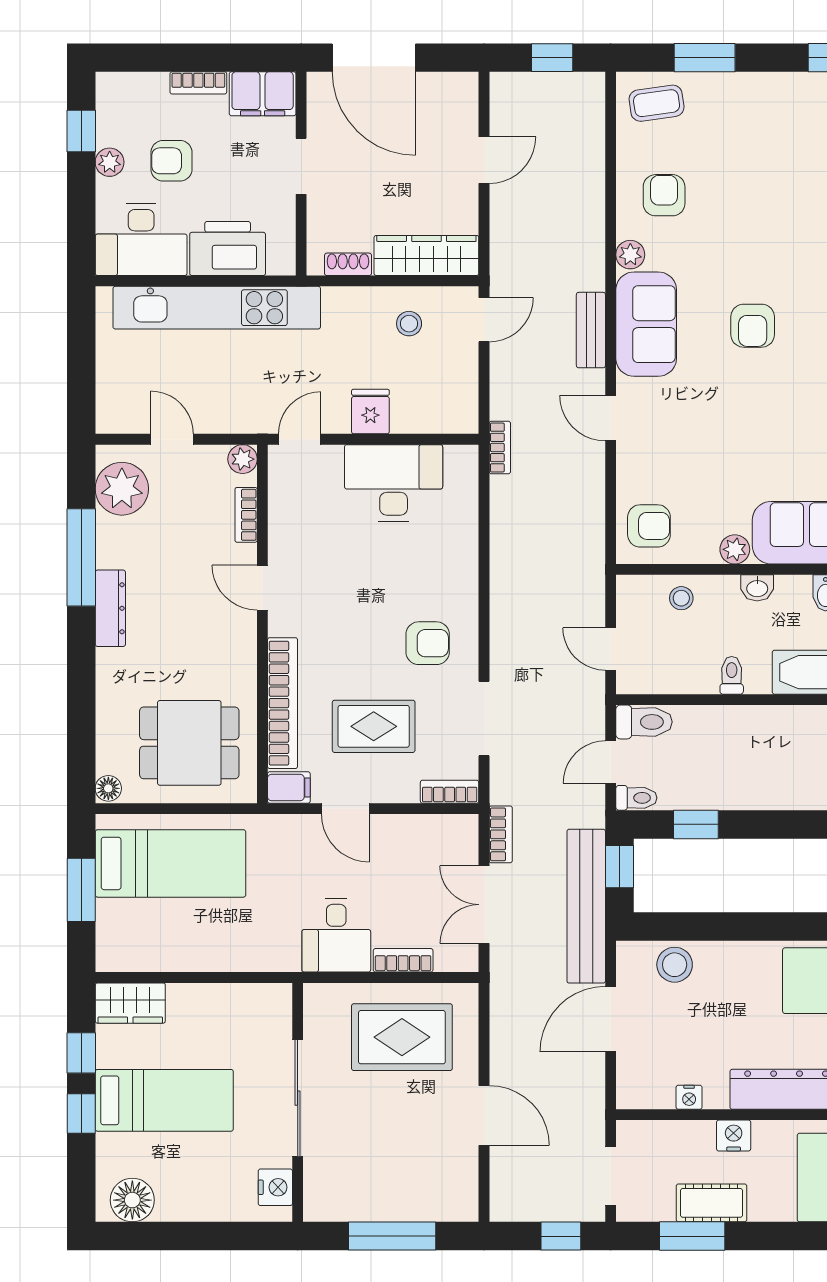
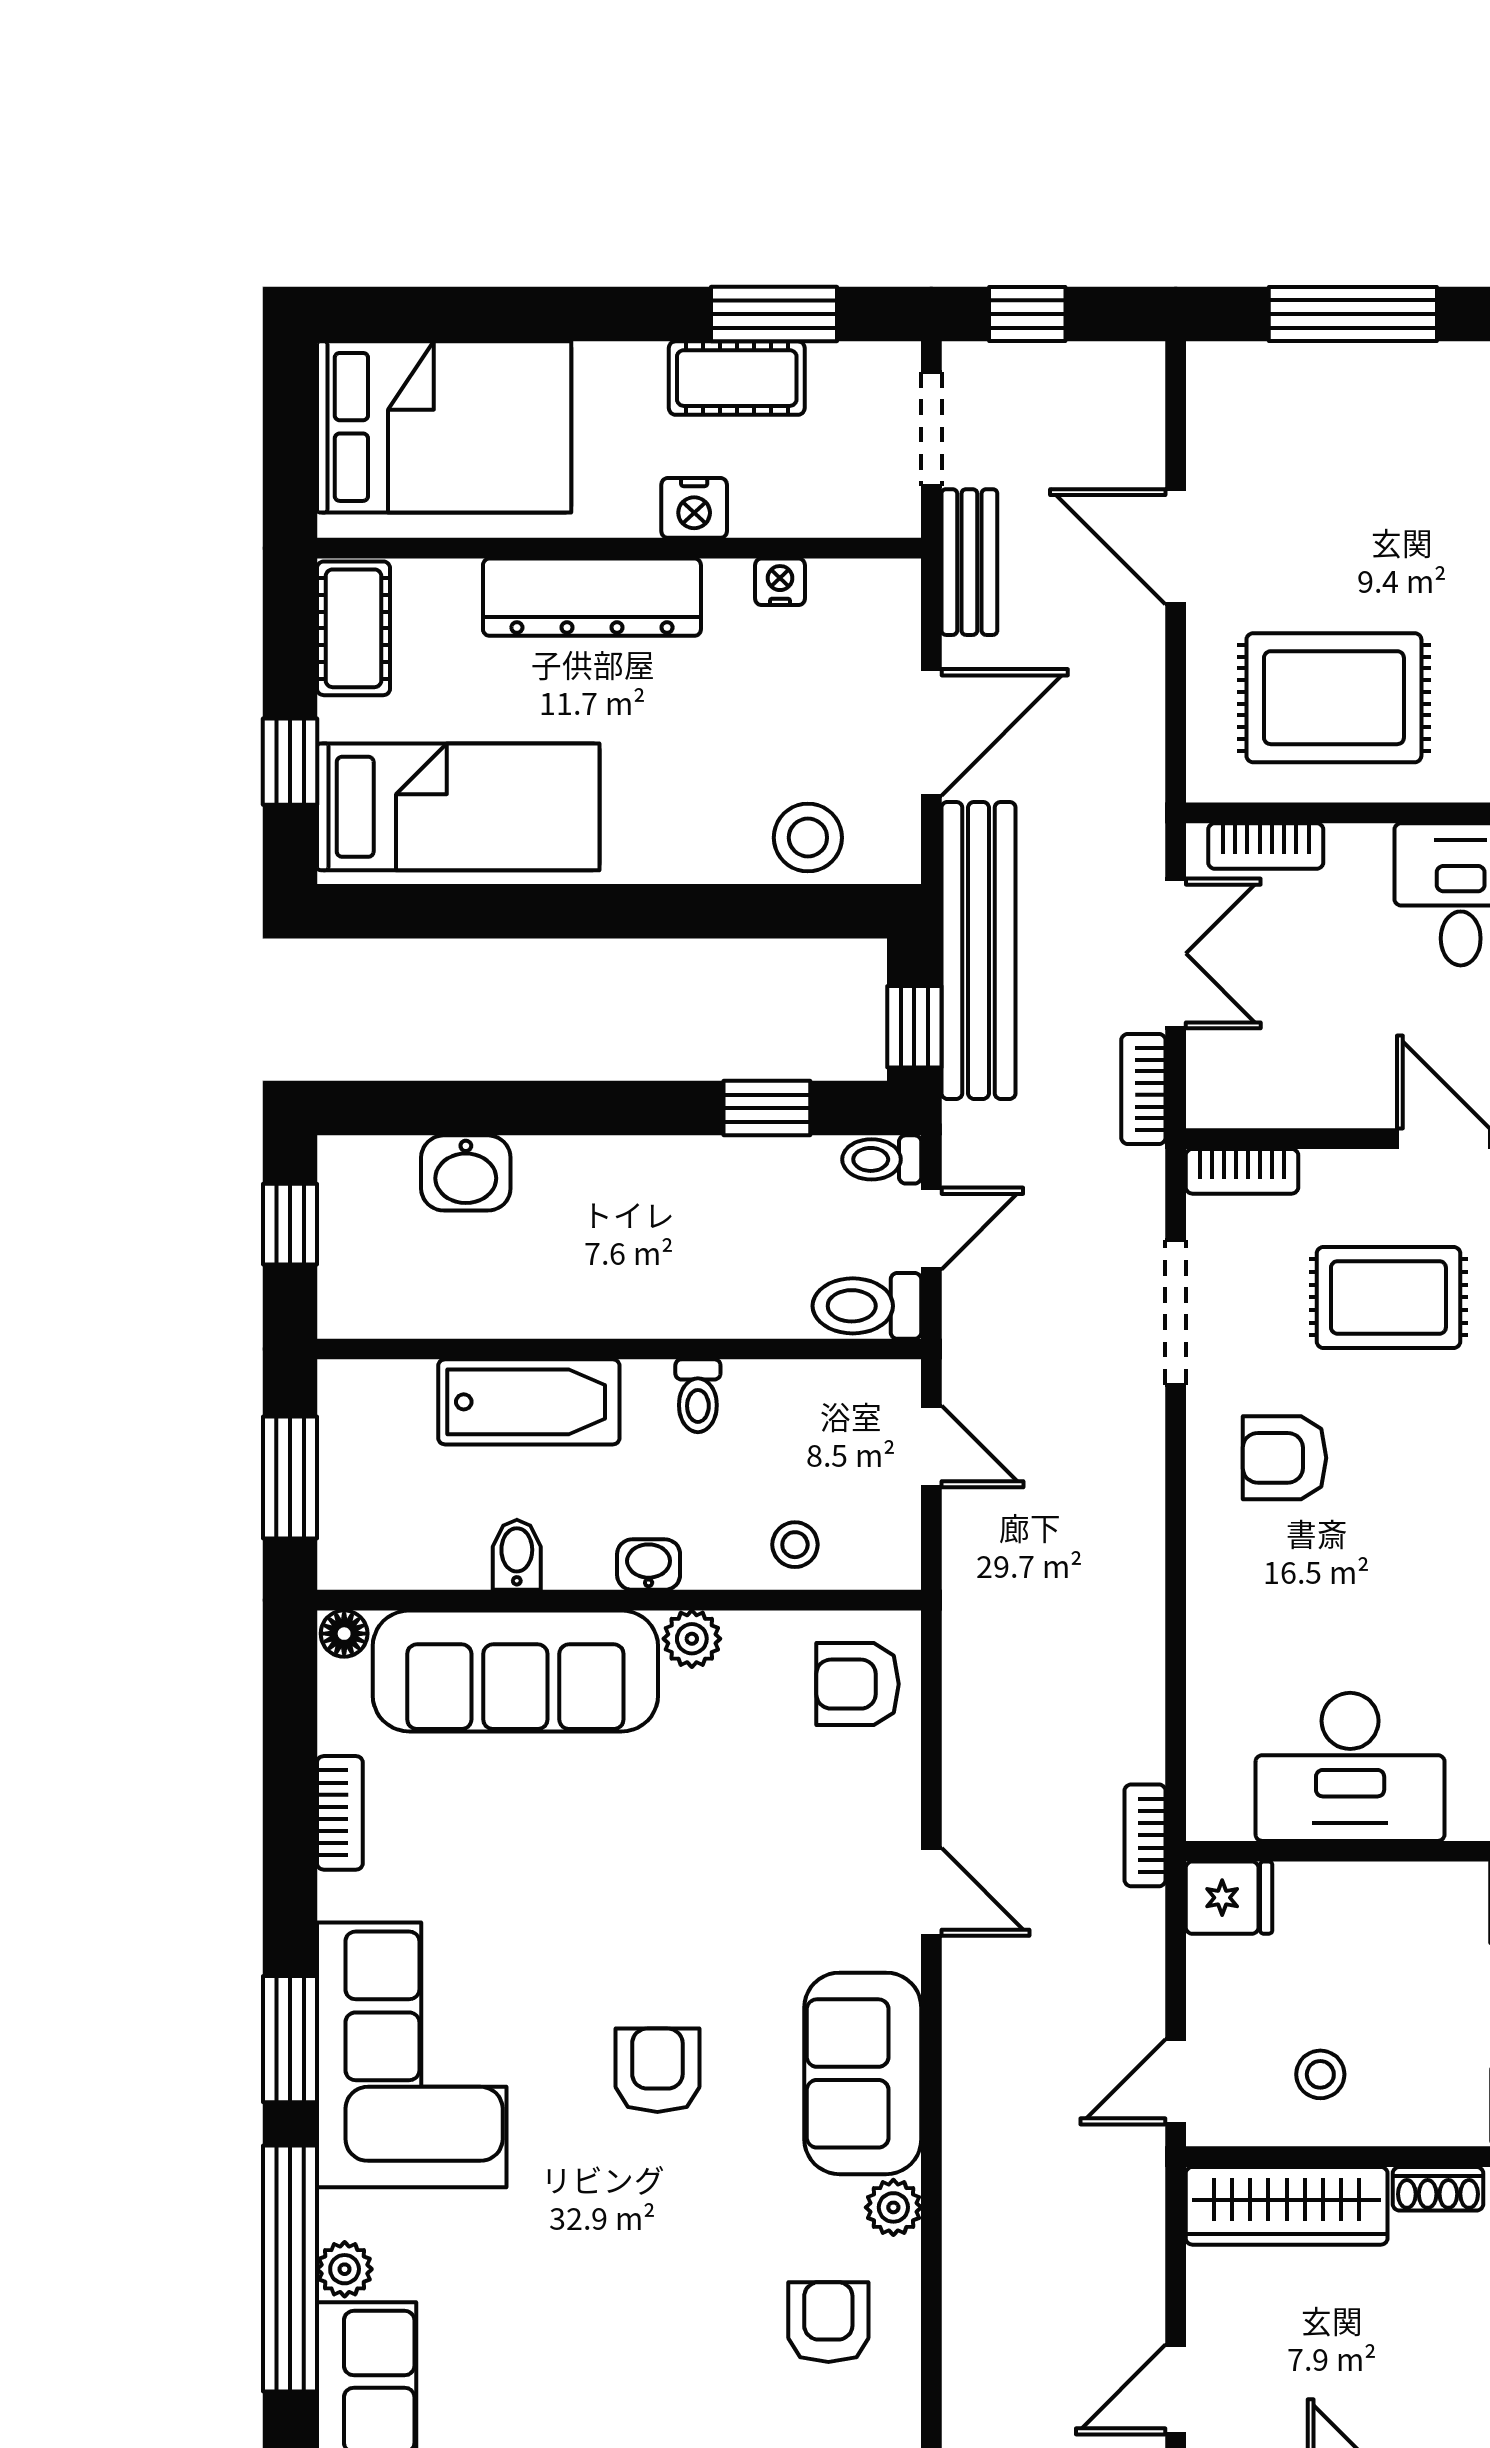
armchair: (664, 195) -> (828, 2322), turned 180
bench: (591, 330) -> (969, 562), moved
fridge: (370, 412) -> (1229, 1898), moved, turned -90
bookcase: (403, 960) -> (1266, 846), moved

